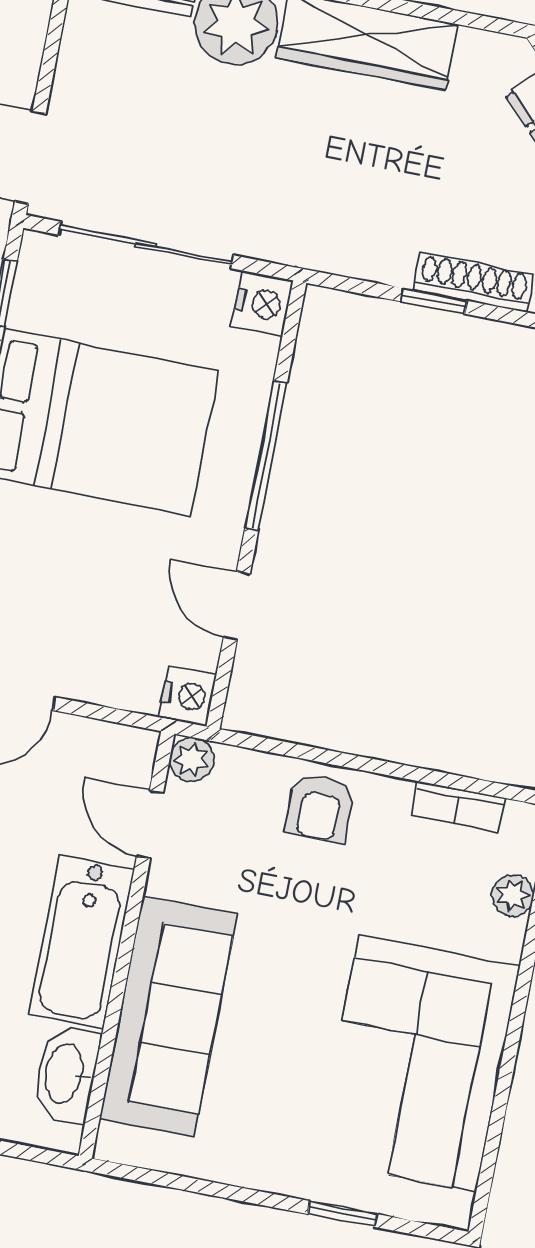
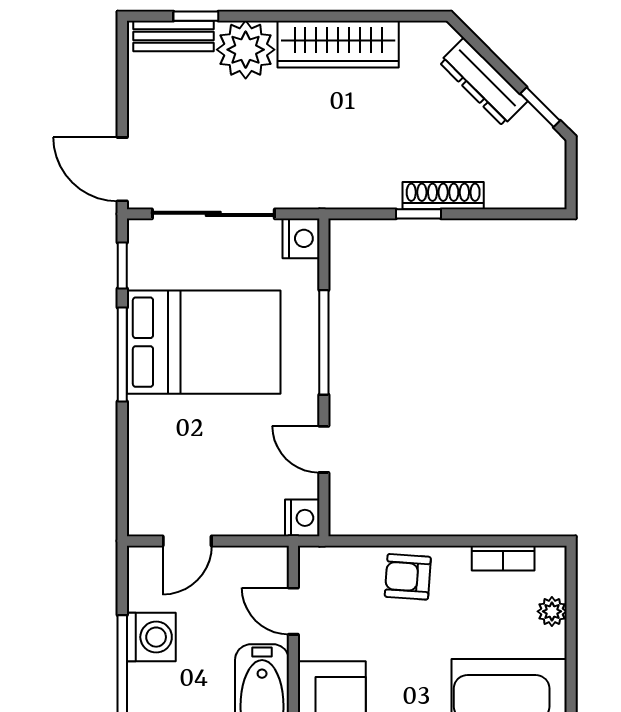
plant: (192, 760) -> (313, 561), removed
armchair: (320, 808) -> (408, 577), turned 94

